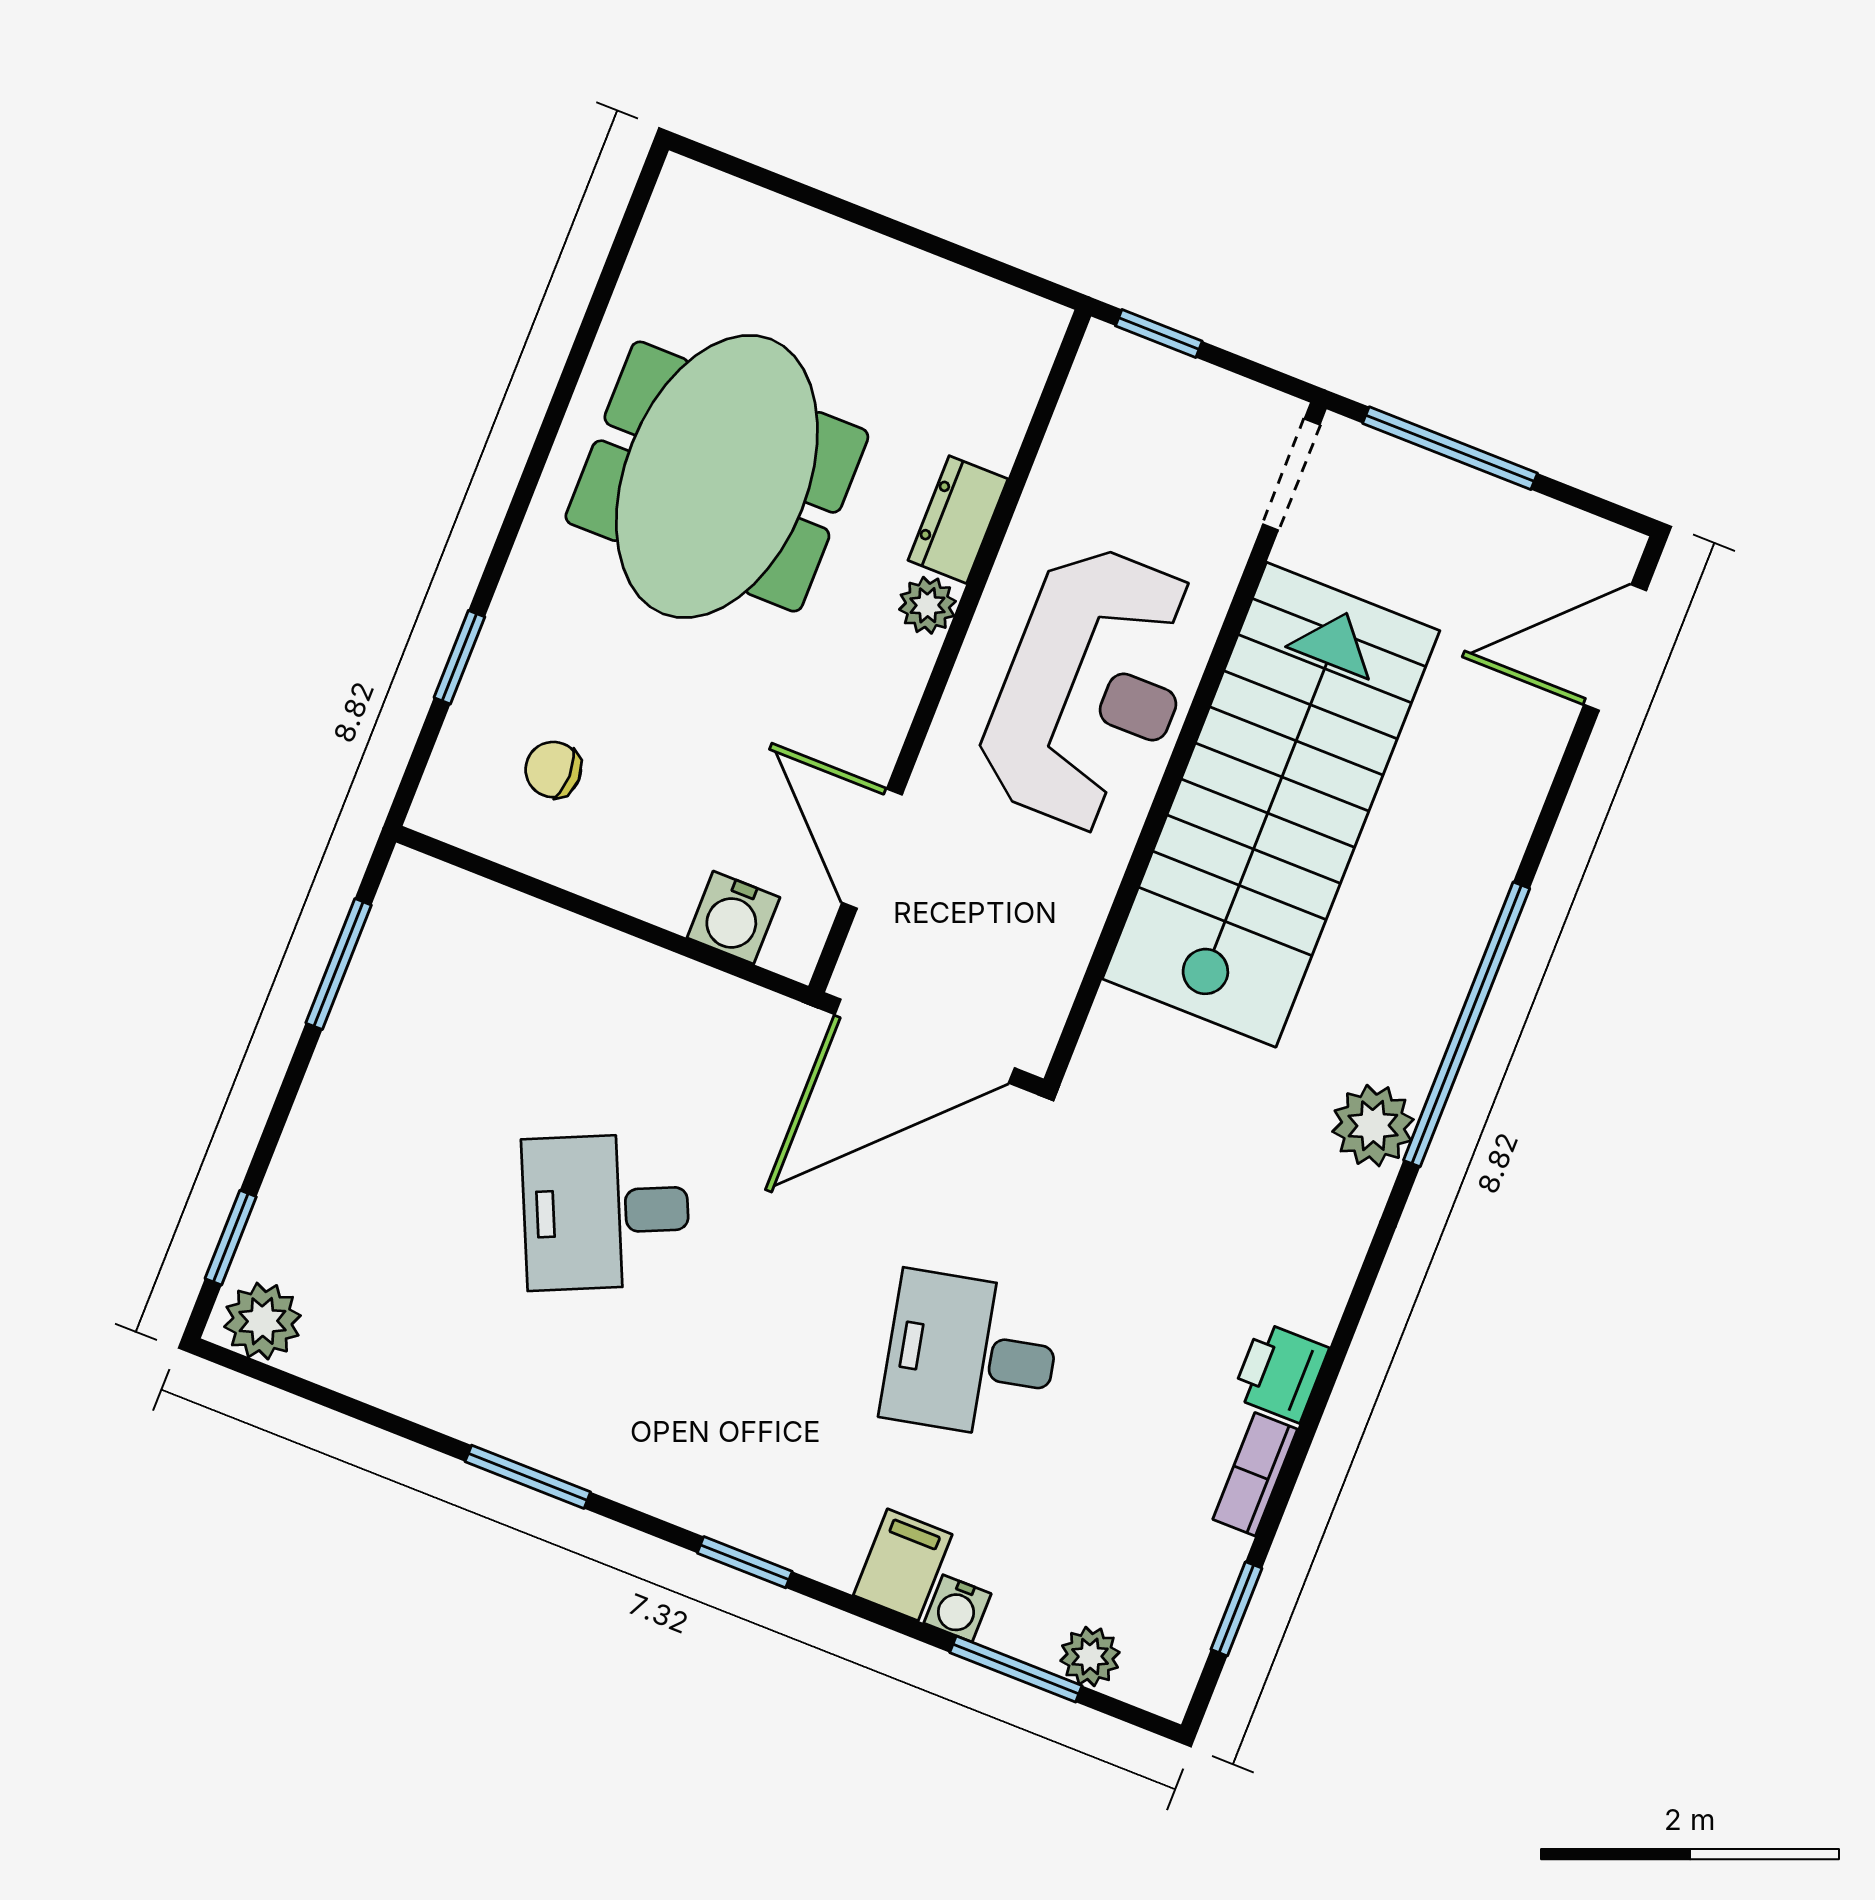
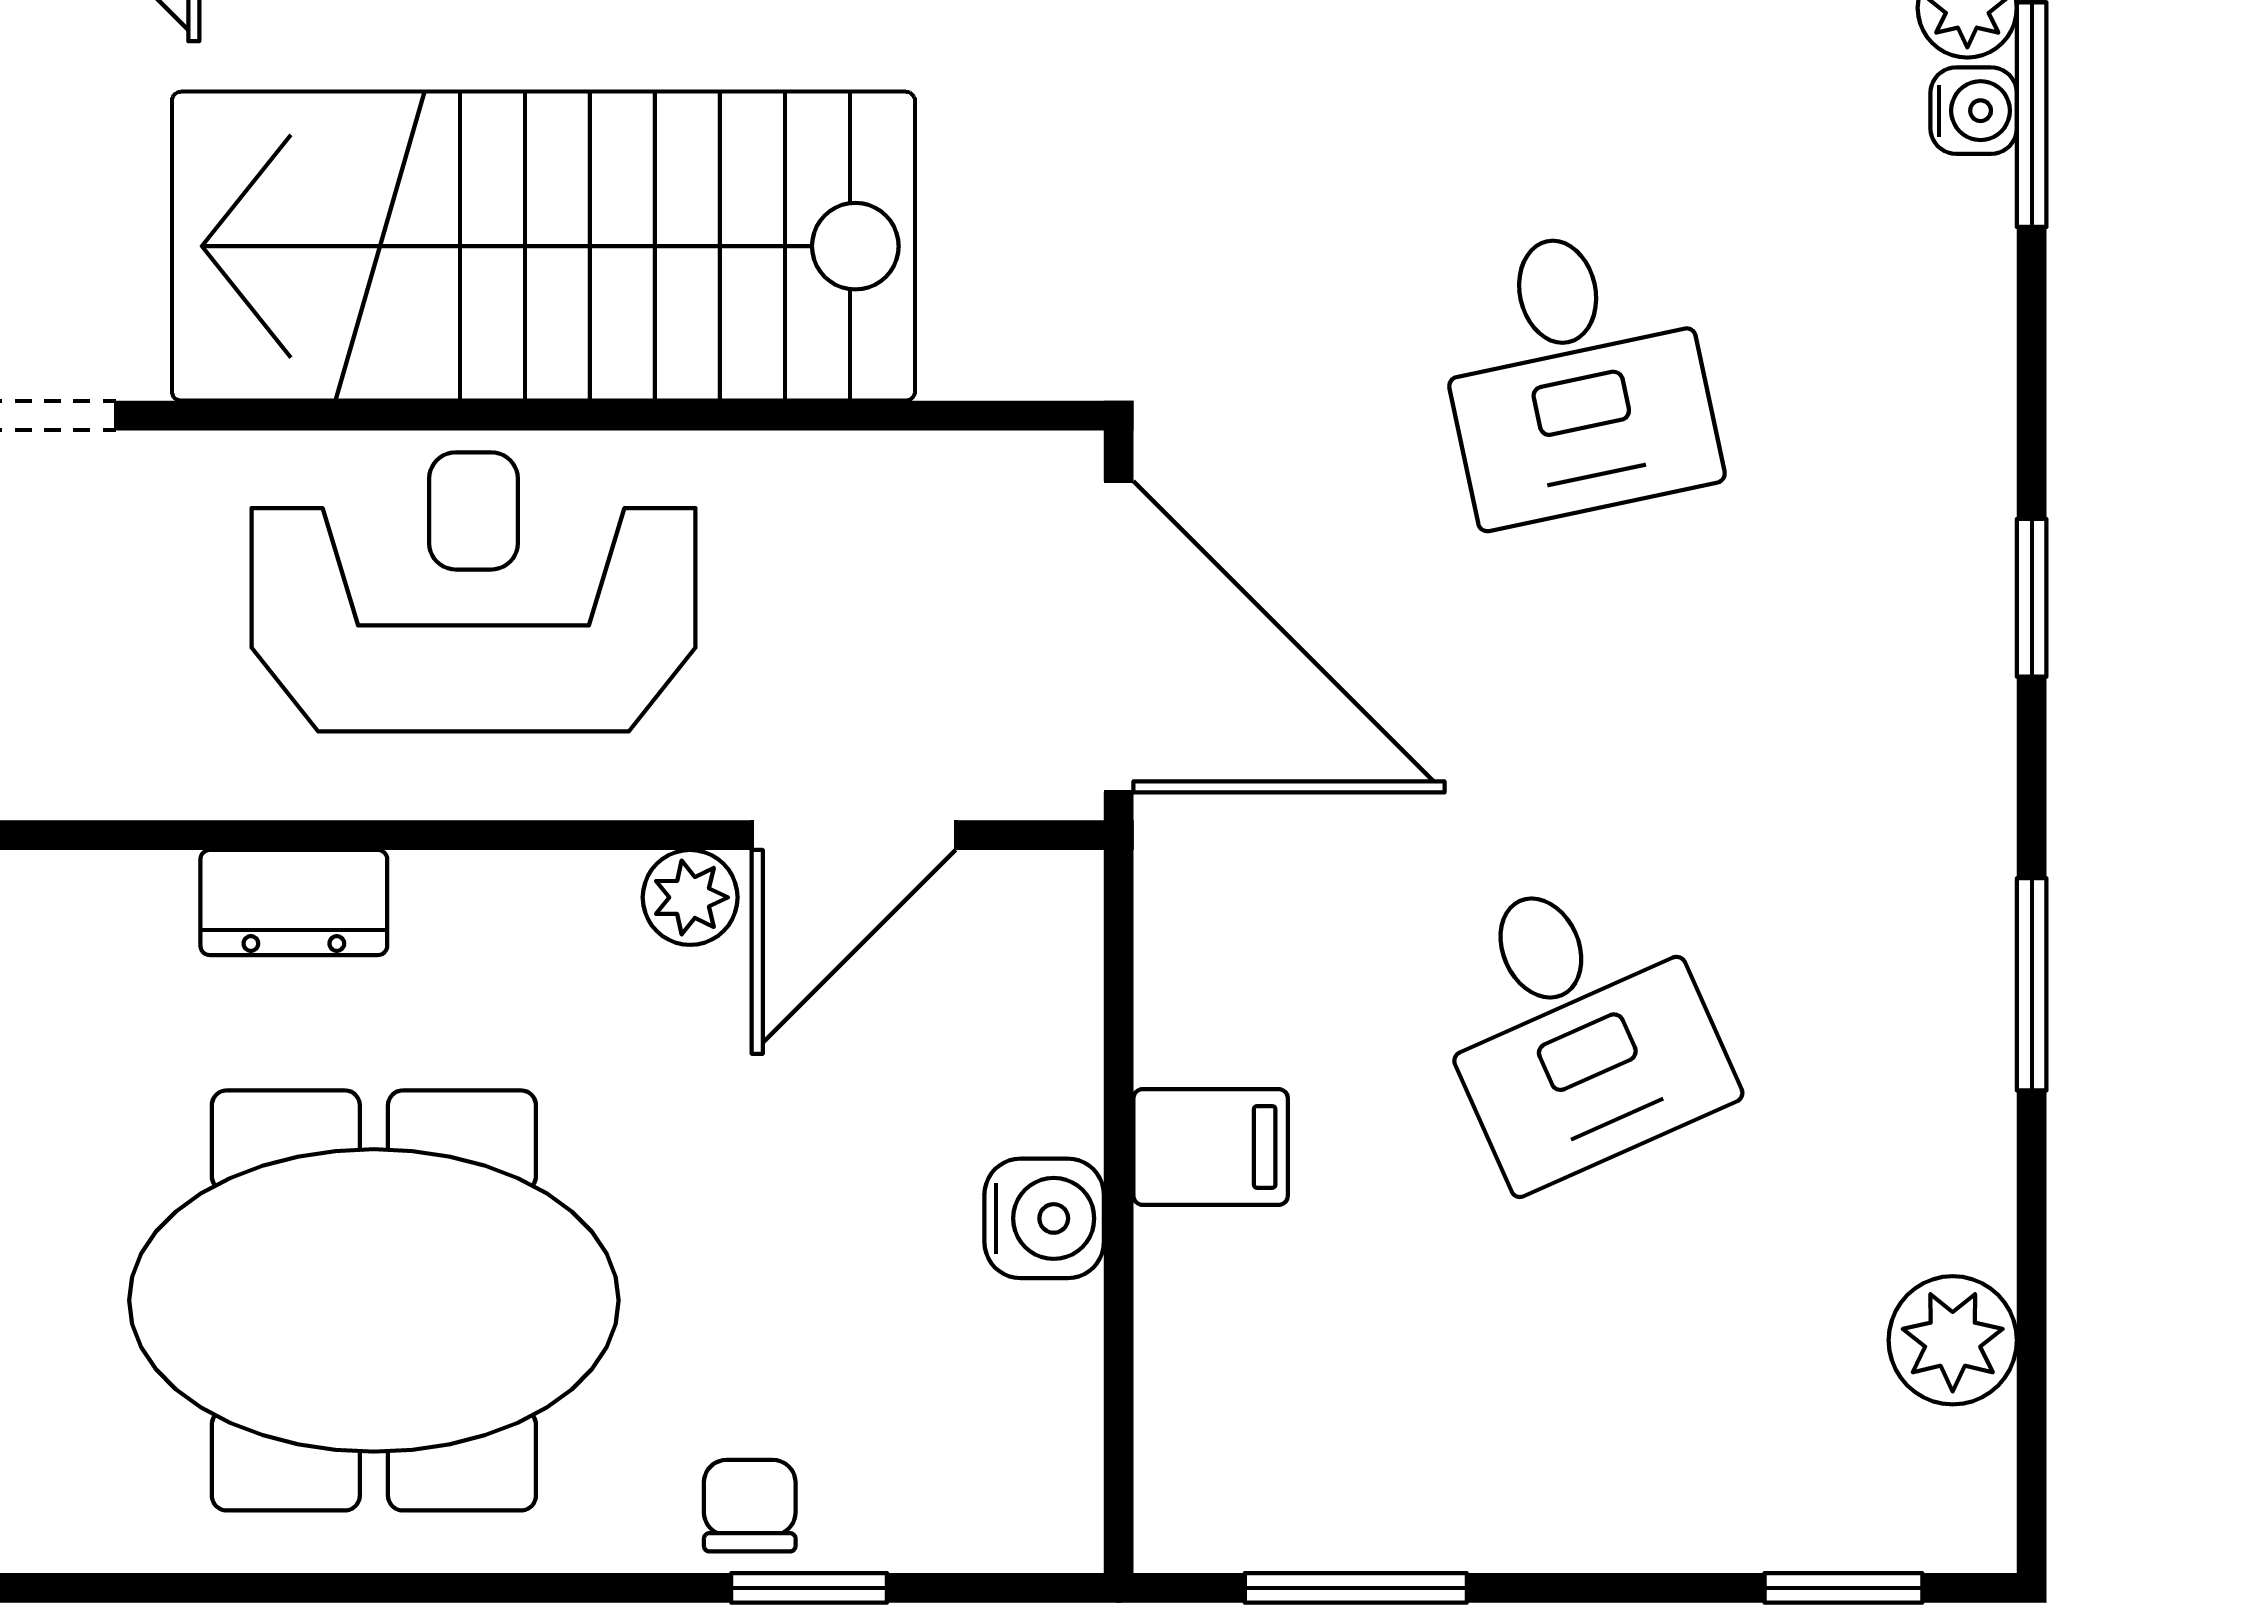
plant: (927, 605) -> (690, 897), moved
chair: (553, 770) -> (750, 1506), moved, turned 180
water cooler: (733, 918) -> (1044, 1218), moved
plant: (262, 1321) -> (1953, 1340), moved
filing cabinet: (903, 1565) -> (1211, 1147), moved, turned 180
water cooler: (958, 1608) -> (1974, 111), moved

